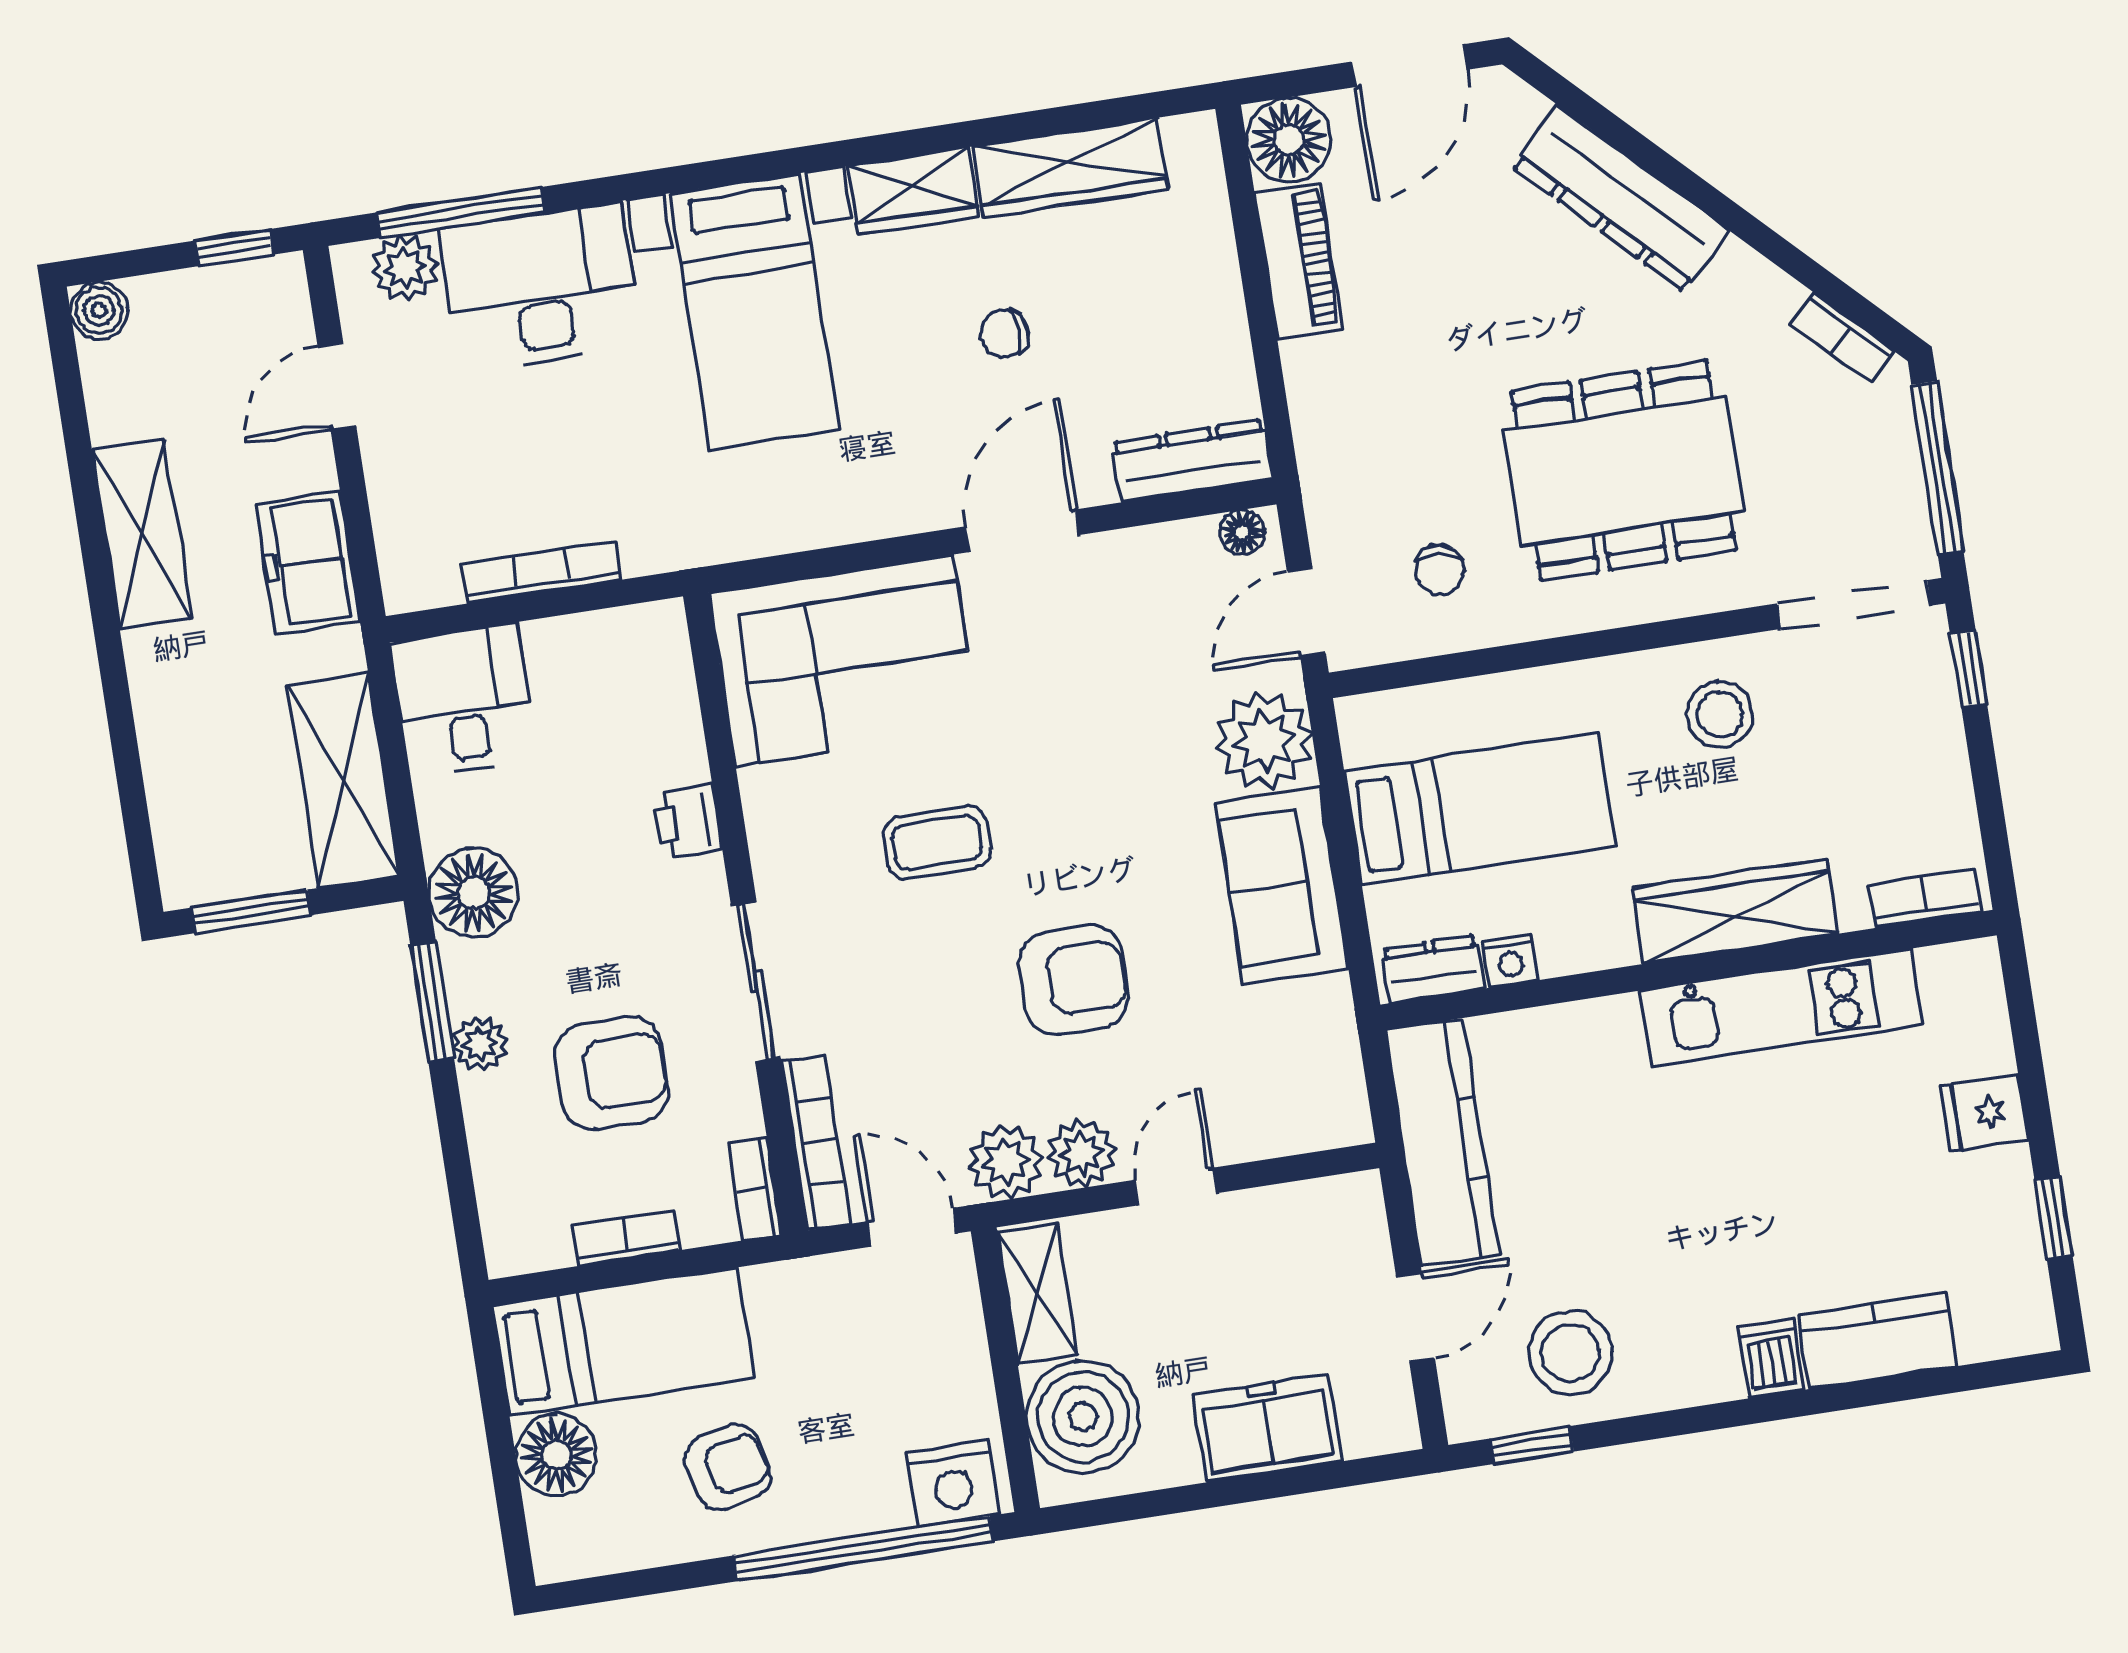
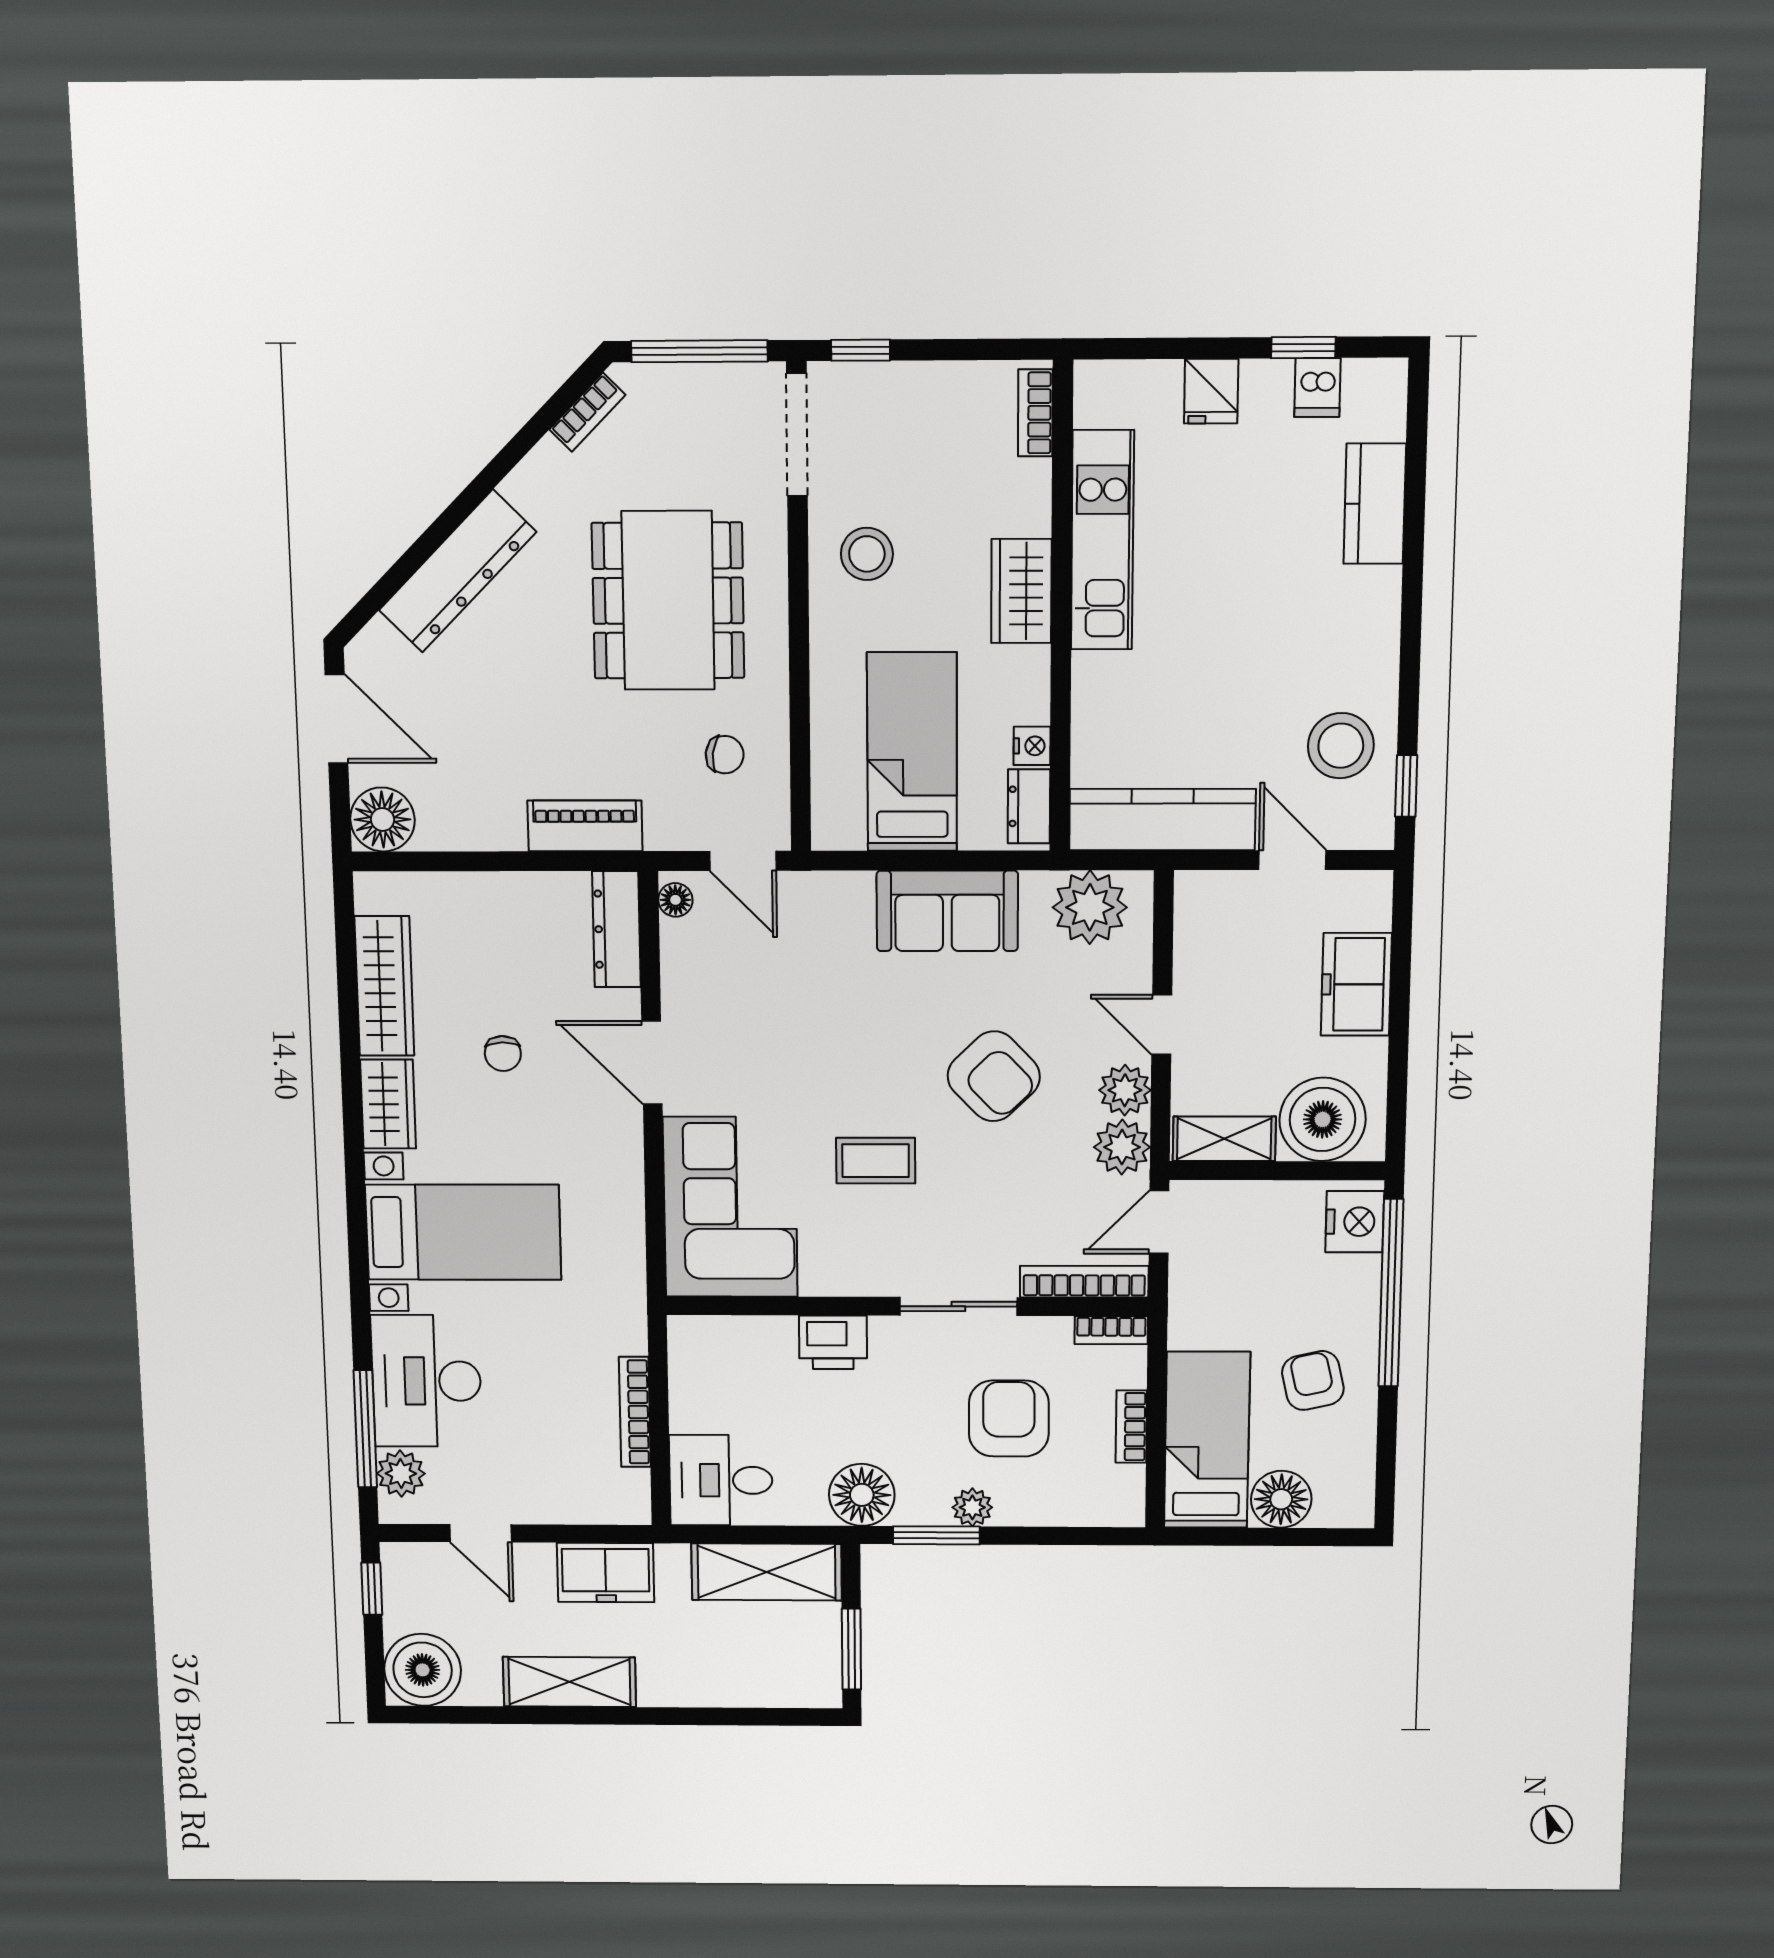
piano: (1299, 261) -> (585, 826), moved
boiler: (99, 310) -> (423, 1670), width x1.86, depth x1.86
plant: (1264, 741) -> (1090, 907), moved
printer: (687, 822) -> (833, 1342), width x1.36, depth x1.24
coffee table: (937, 842) -> (876, 1161), turned 90
wardrobe: (1736, 911) -> (1021, 591), width x0.67
armchair: (1074, 980) -> (994, 1076), turned 136
dishwasher: (1771, 1358) -> (1317, 388), moved, turned -90

